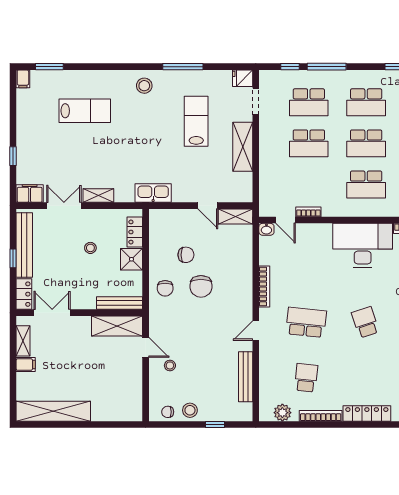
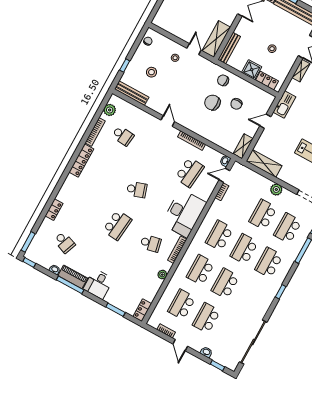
plant: (267, 144) -> (276, 189), added
shelving: (243, 147) -> (264, 163), moved
door: (208, 206) -> (265, 121), moved
school desk: (306, 322) -> (190, 172), moved
door: (146, 347) -> (194, 49), swing flipped
bench: (246, 377) -> (132, 93), moved
stool: (190, 410) -> (151, 72), moved

